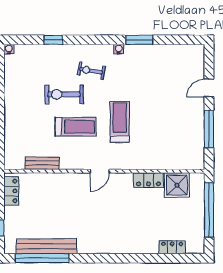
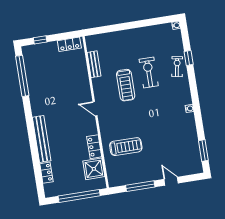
window: (139, 40) -> (203, 150), moved
exercise bike: (91, 71) -> (177, 67), moved
treadmill: (120, 122) -> (126, 147), moved
bench: (46, 246) -> (42, 139), moved

